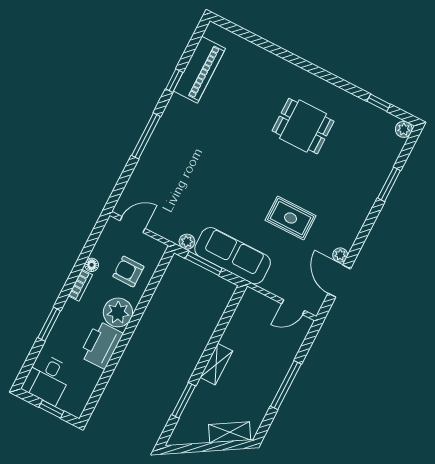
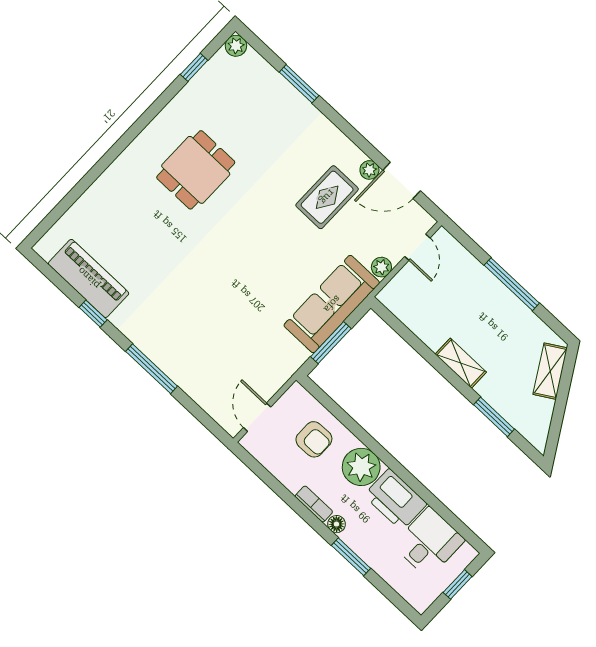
rug: (291, 218) -> (327, 197), moved
plant: (187, 242) -> (381, 267), moved
floor lamp: (92, 265) -> (336, 524), moved
armchair: (128, 272) -> (314, 439), turned -91
desk: (47, 379) -> (429, 543), moved, turned -90

